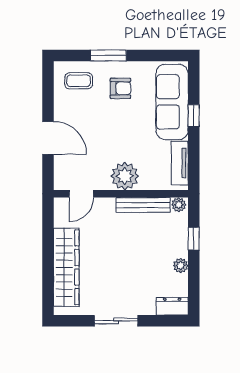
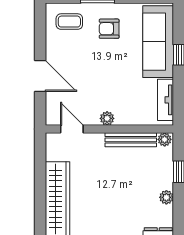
armchair: (120, 88) -> (109, 29), turned 180
plant: (125, 176) -> (107, 118), width x0.53, depth x0.53
door: (81, 194) -> (72, 129), swing flipped

